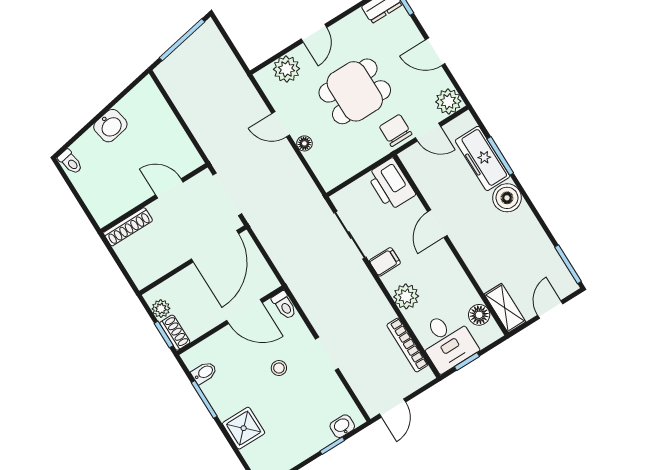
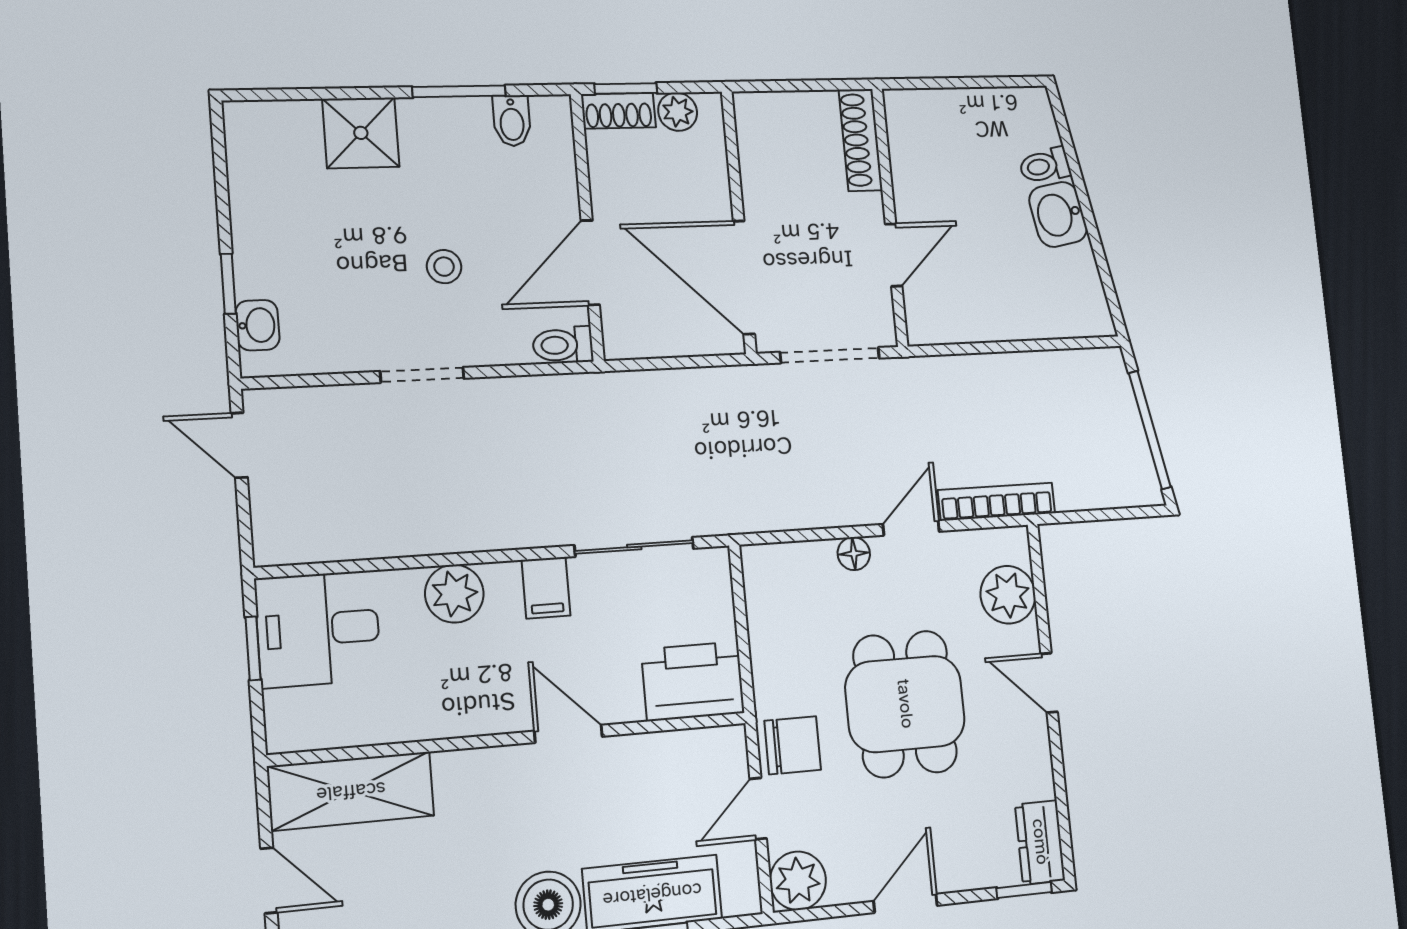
toilet: (70, 162) -> (1045, 166), moved
shelving: (505, 308) -> (351, 791), width x1.50, depth x1.33
floor lamp: (479, 315) -> (337, 724), removed
bookcase: (407, 345) -> (997, 502), moved

